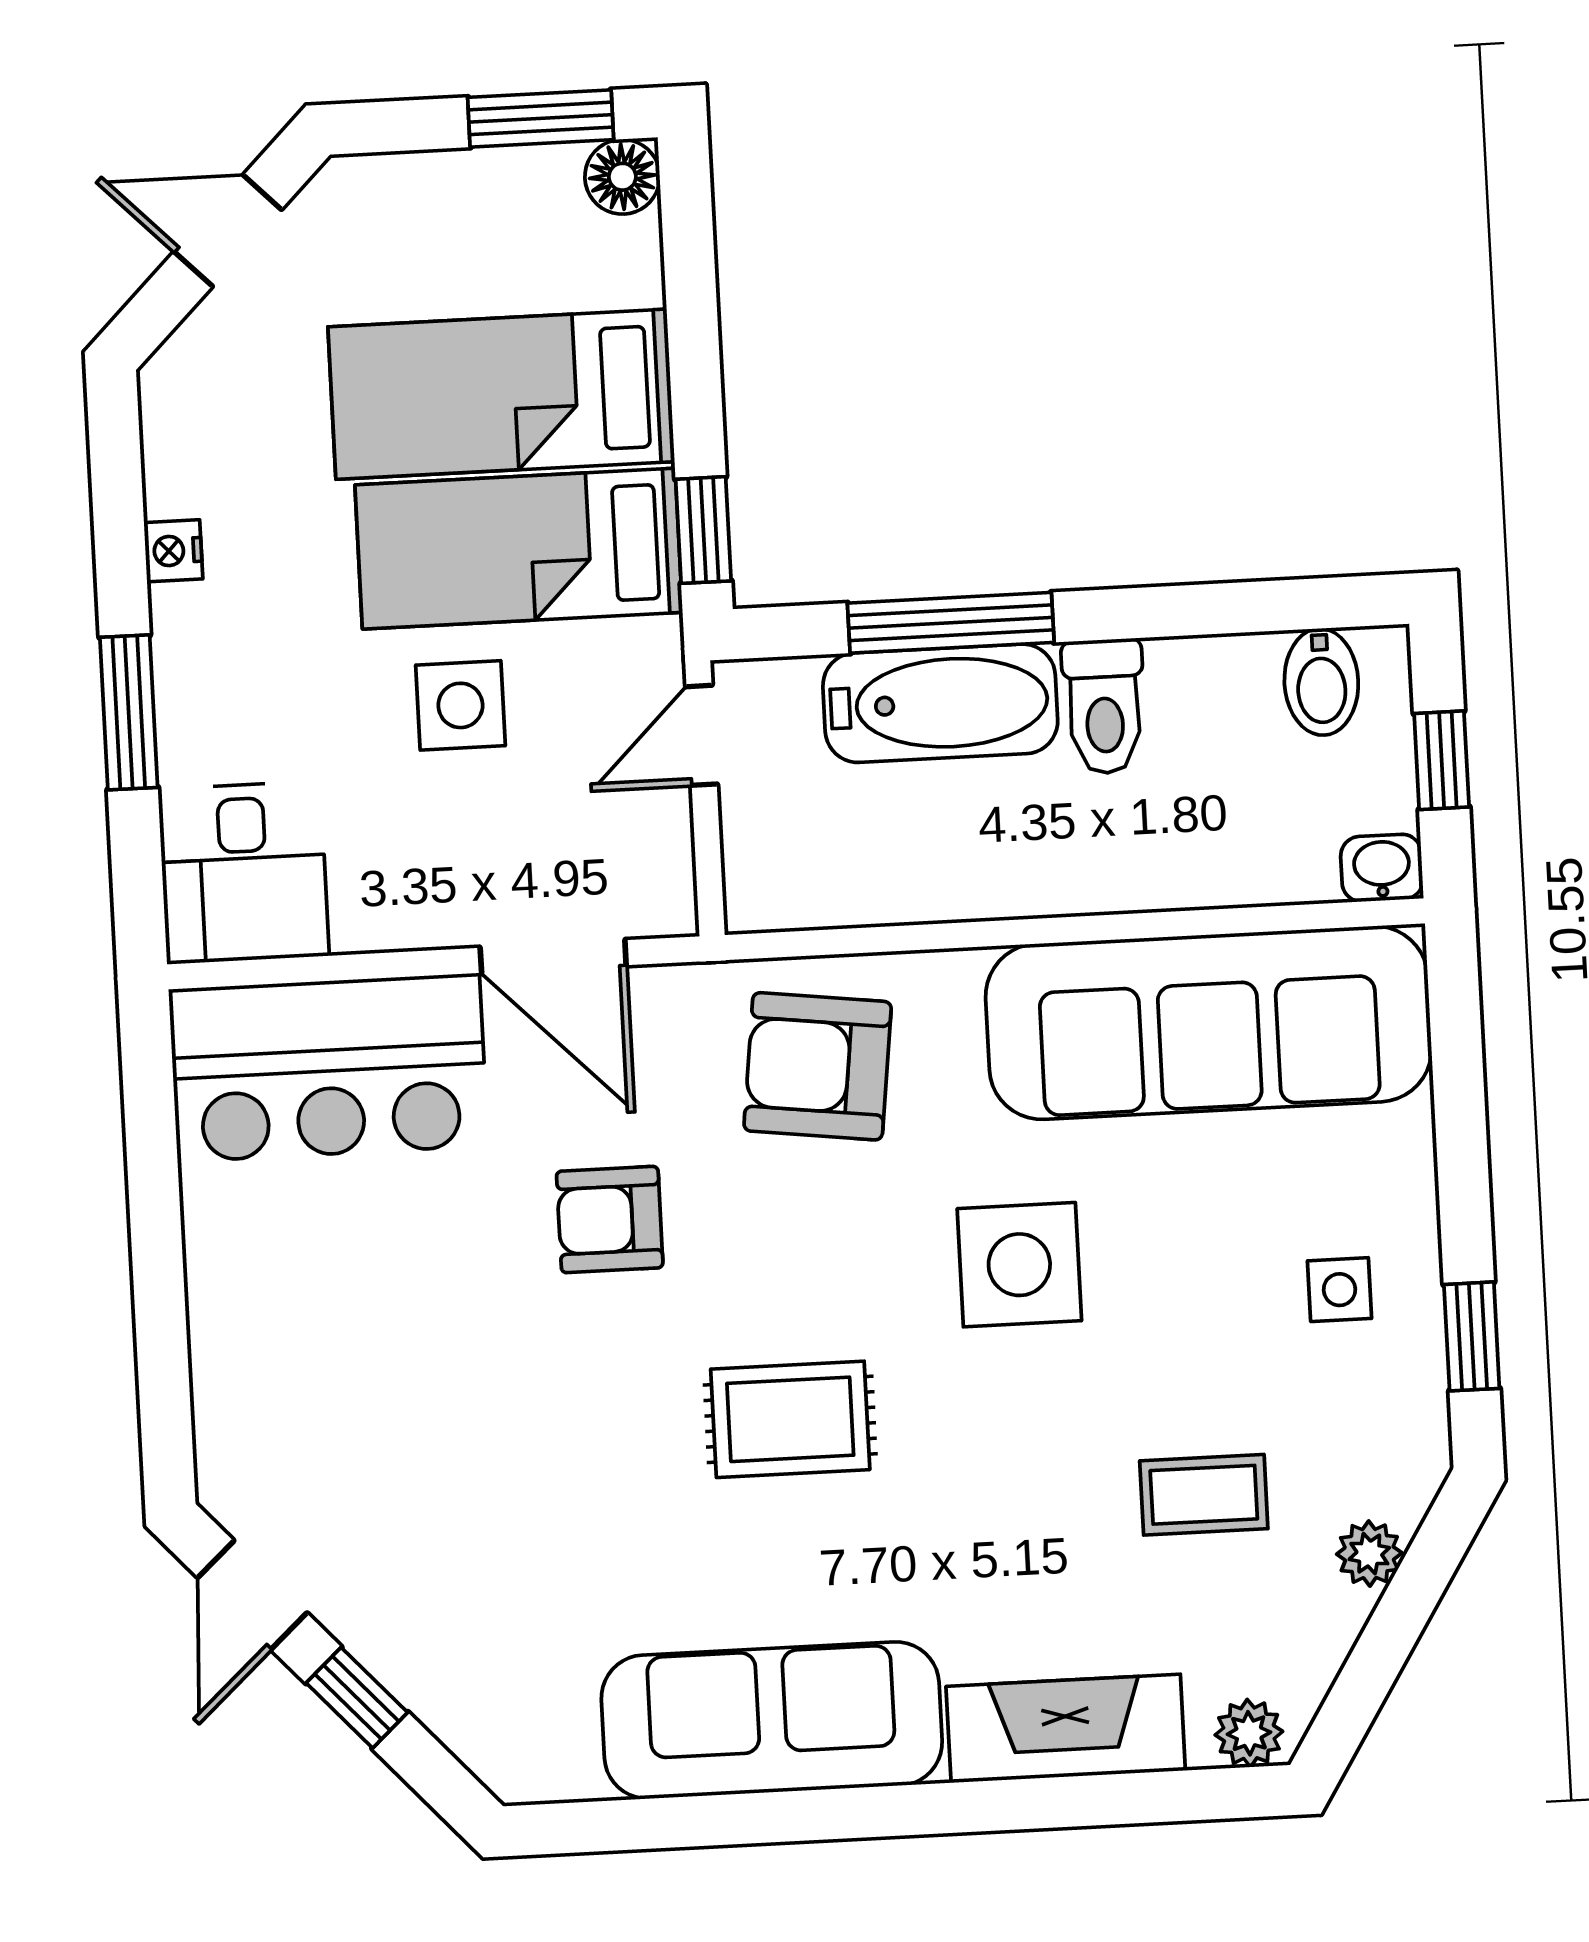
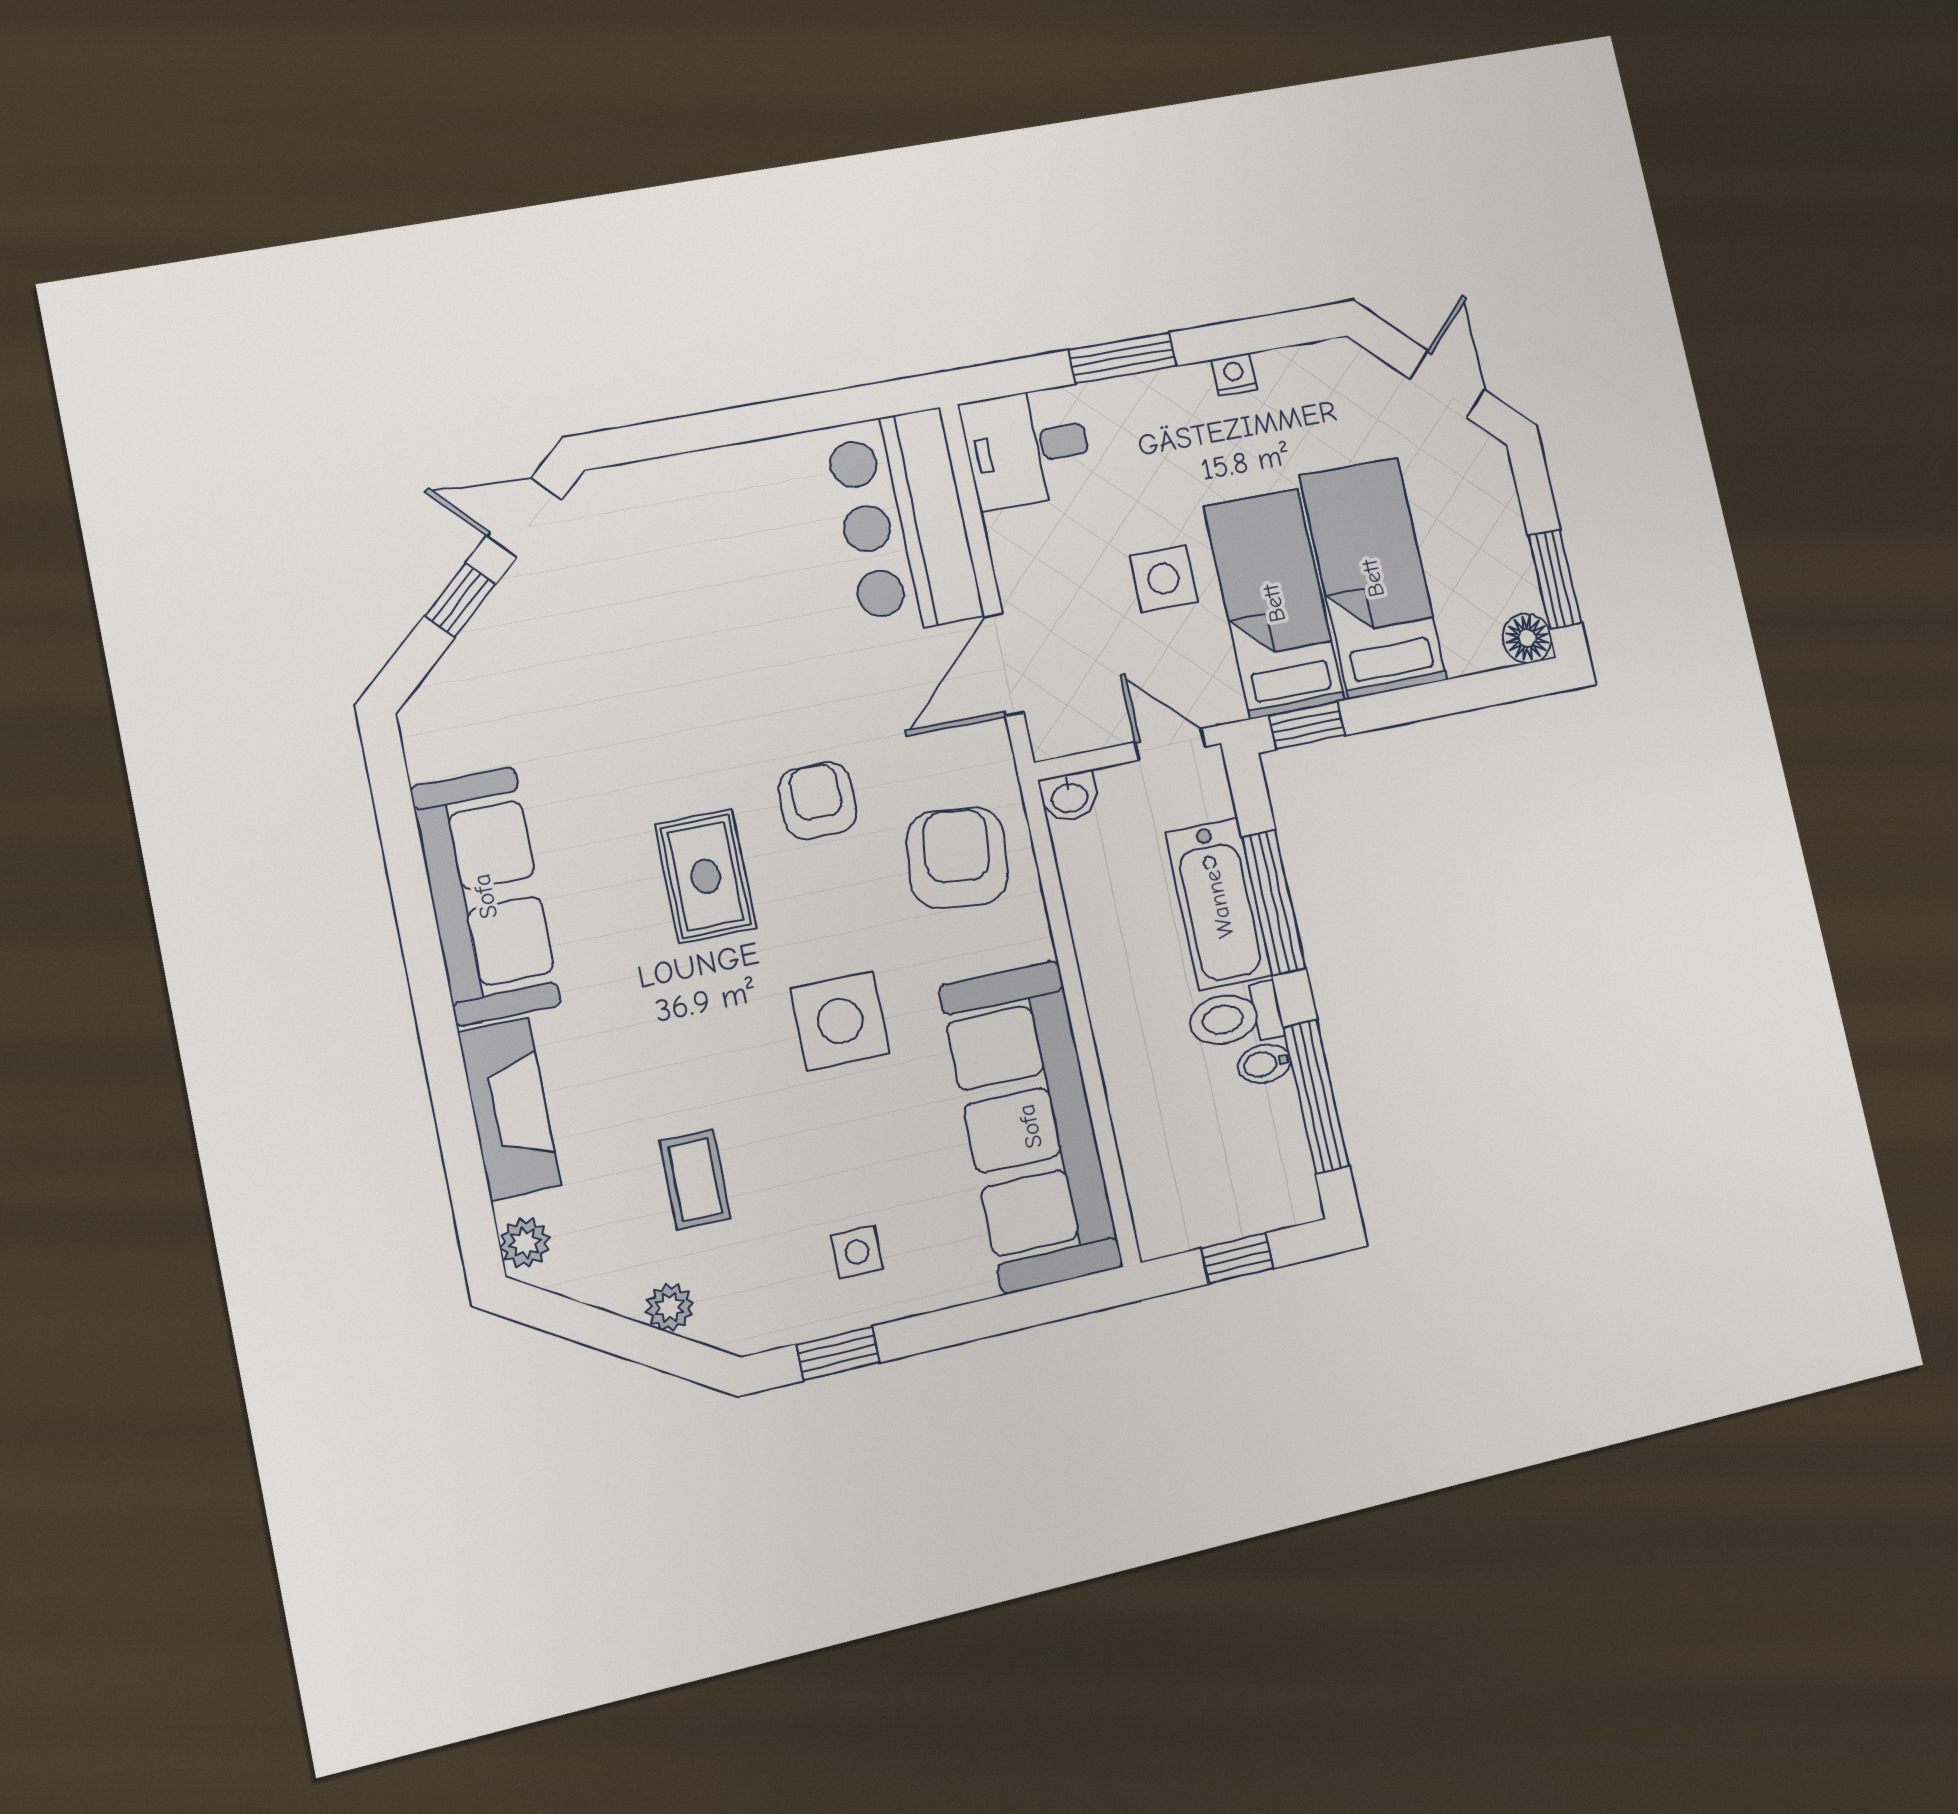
window: (1235, 608) -> (1316, 1097), added
bidet: (1321, 682) -> (1264, 1064), moved, width x0.72, depth x0.74
washbasin: (1382, 868) -> (1069, 797), moved, turned 90
armchair: (610, 1220) -> (817, 801), moved

